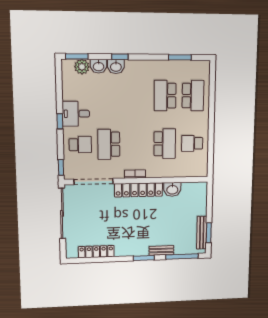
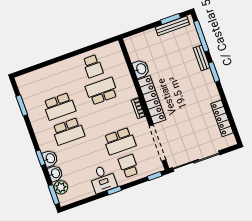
school desk: (193, 96) -> (68, 131), moved, turned 180

